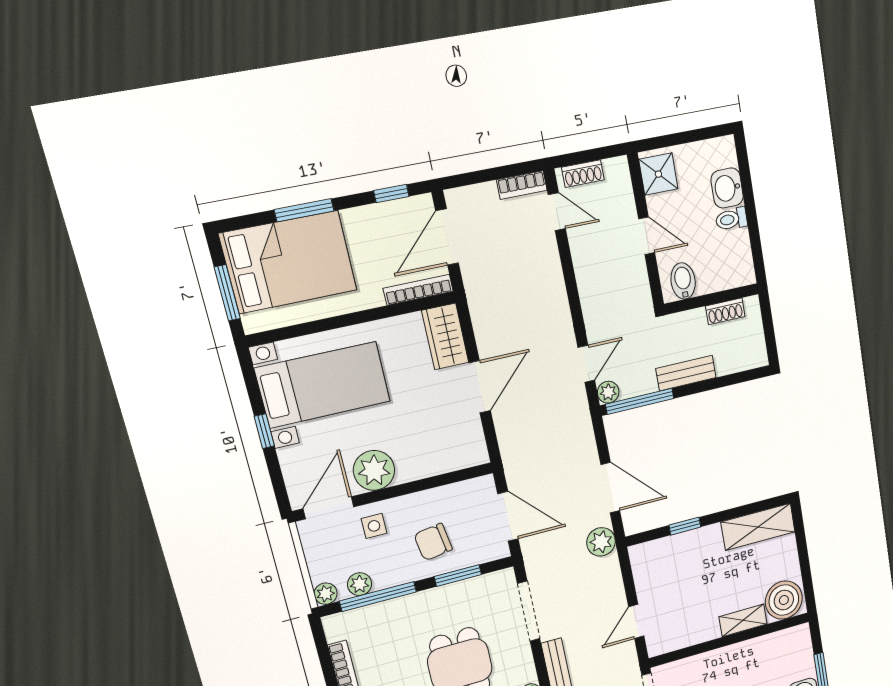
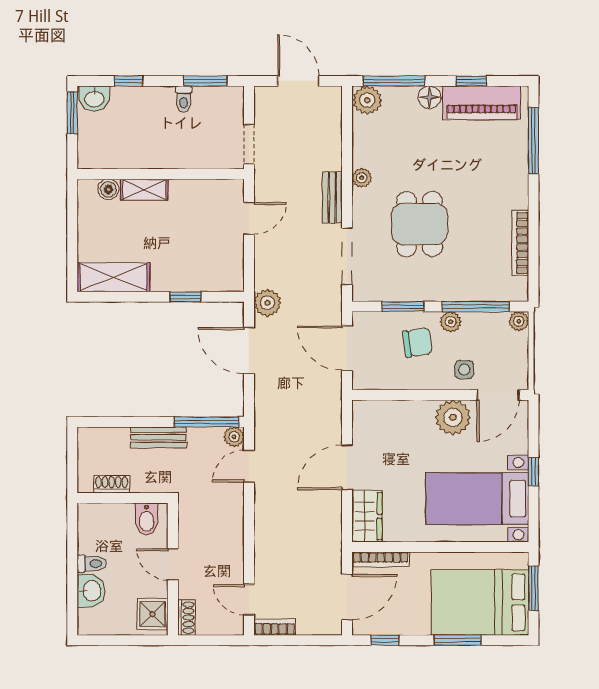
shoe rack: (583, 174) -> (186, 618), moved, turned 90
plant: (360, 584) -> (451, 322), moved
boiler: (784, 600) -> (108, 189), width x0.54, depth x0.54

